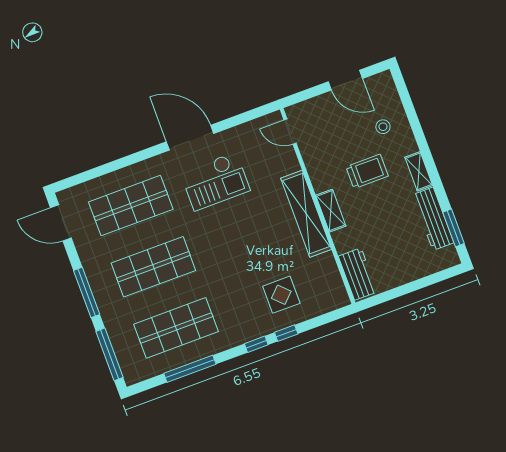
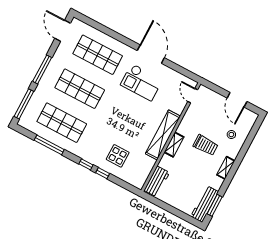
workbench: (433, 219) -> (205, 204), moved

